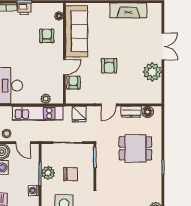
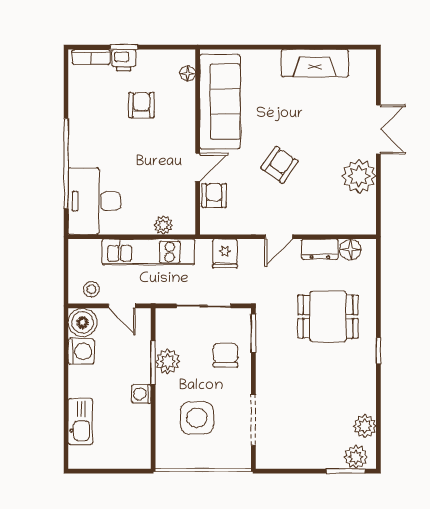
armchair: (47, 36) -> (141, 105), moved
armchair: (109, 66) -> (280, 165), turned -145
chair: (71, 174) -> (226, 355), moved, turned -90

